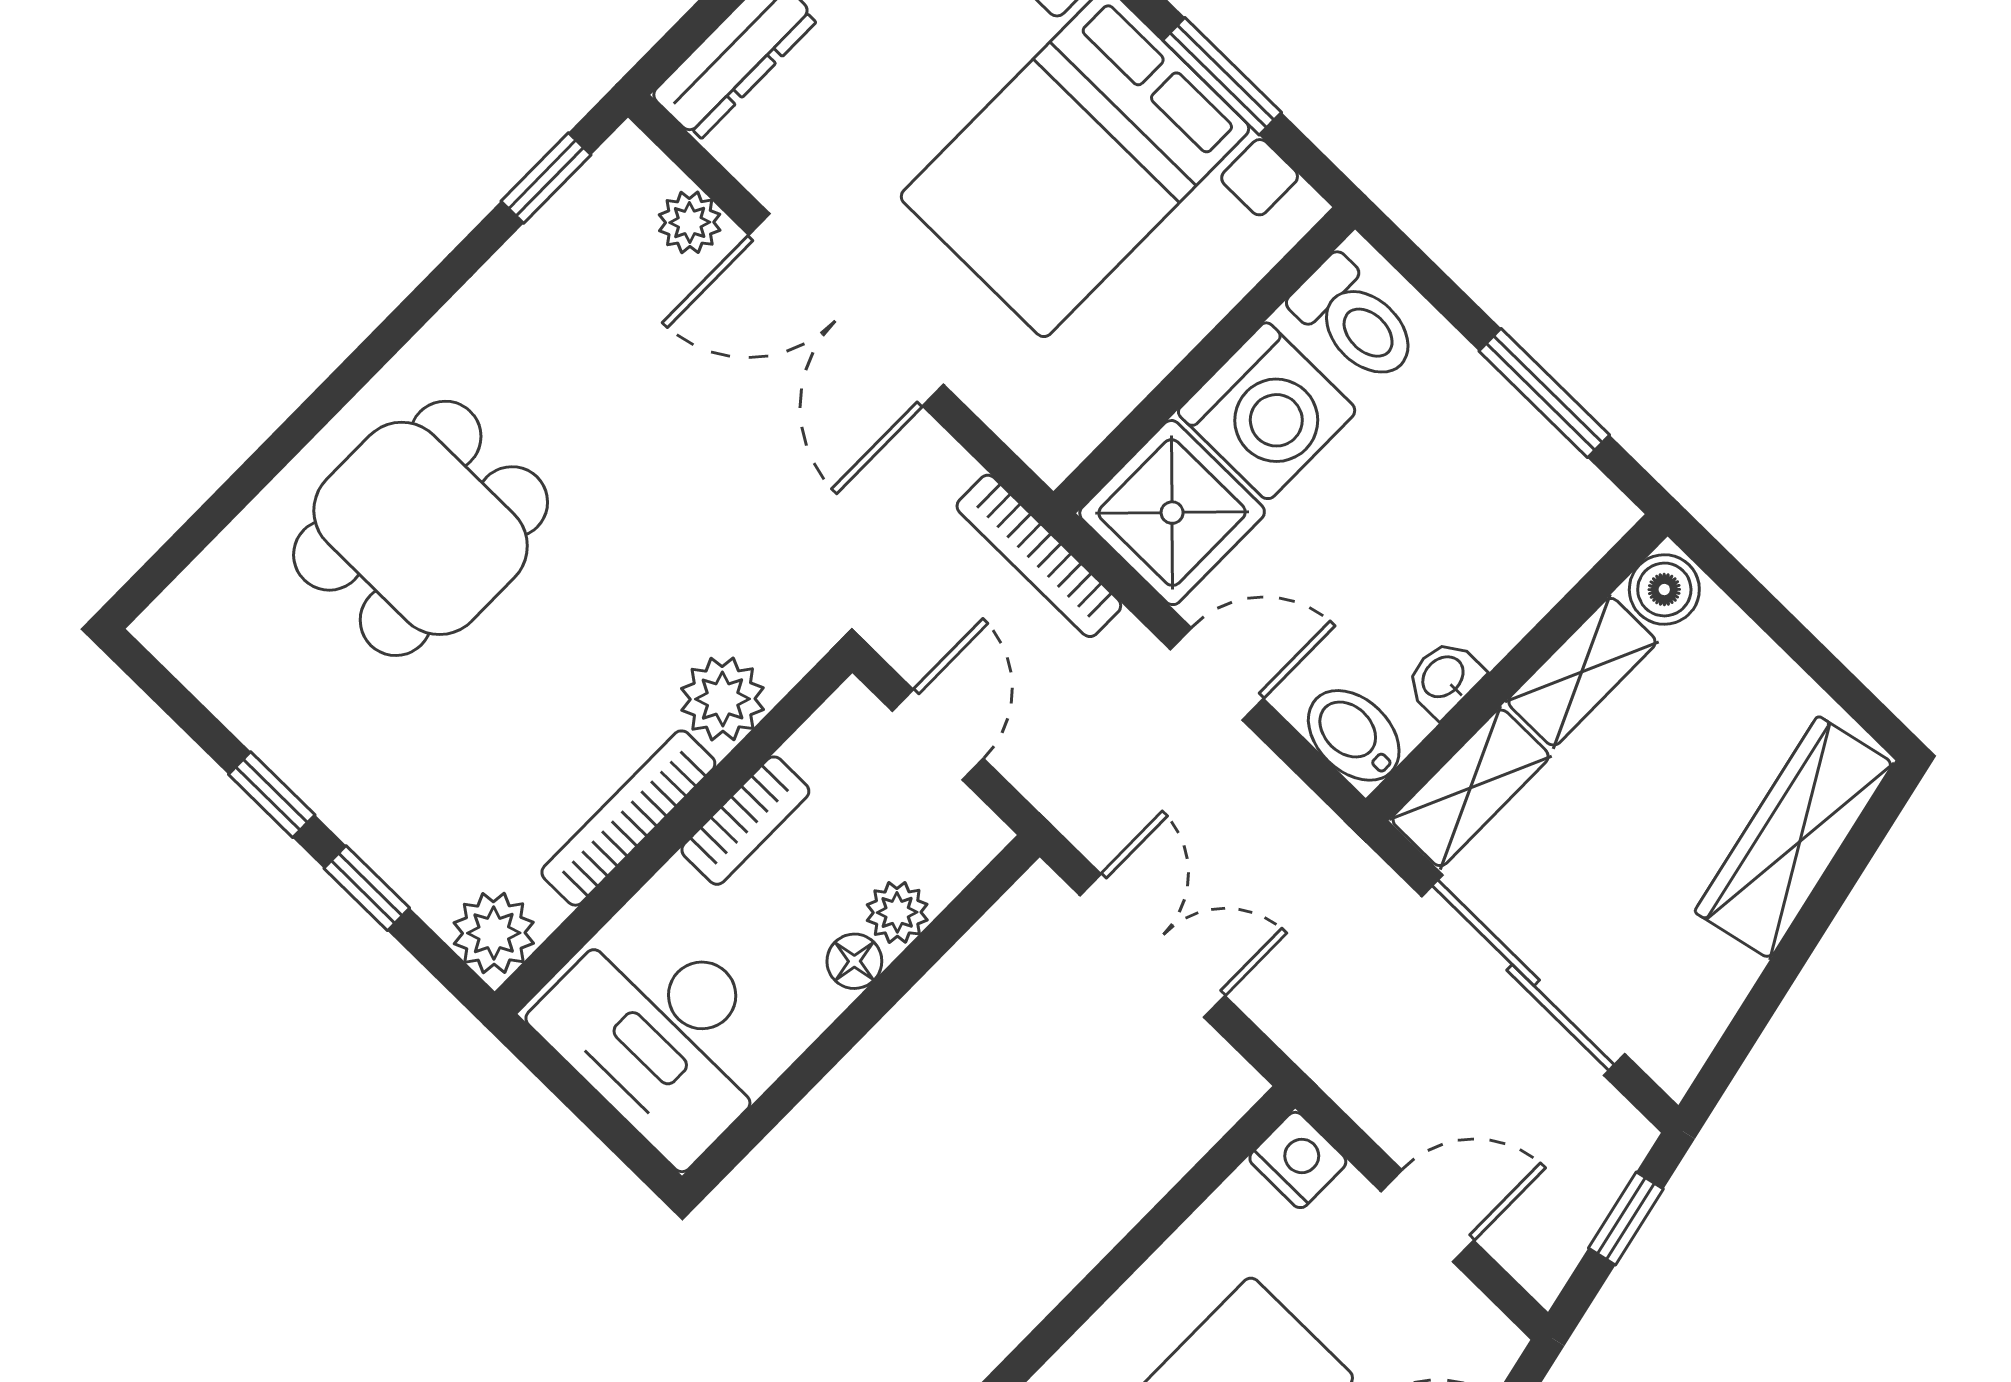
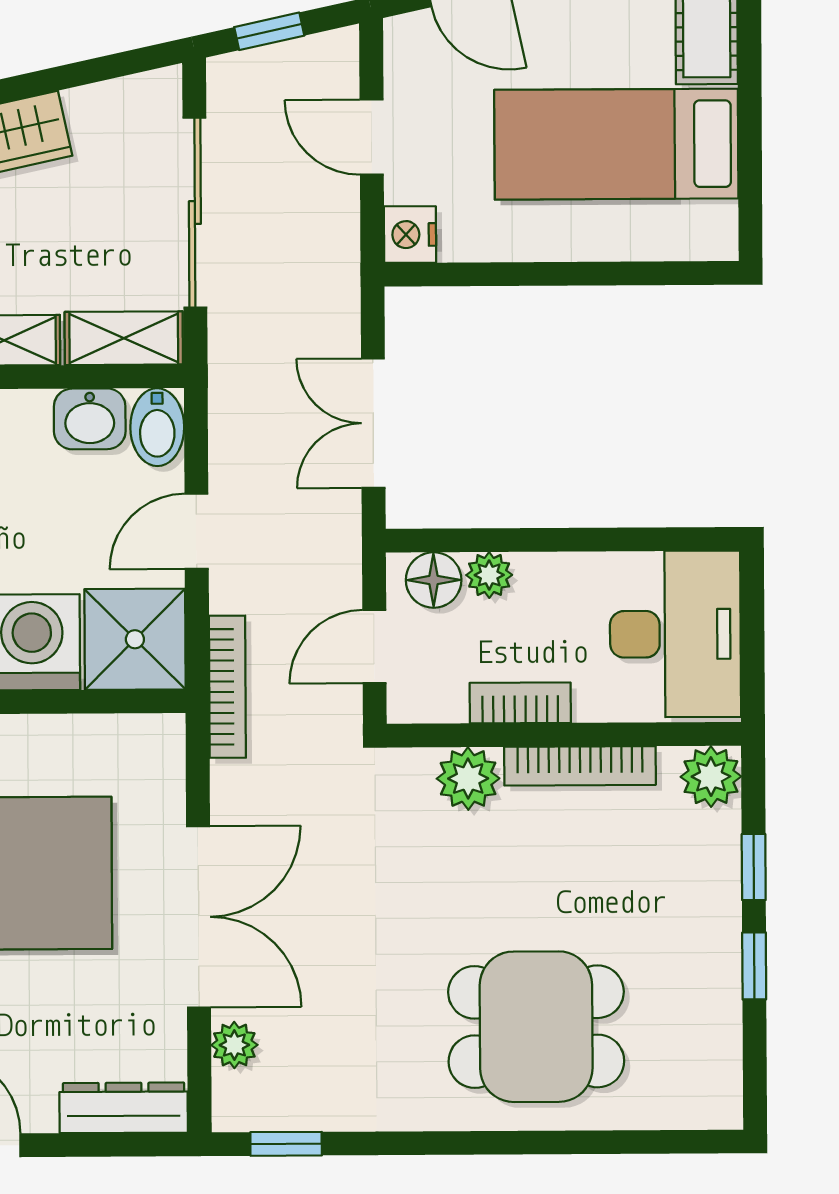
door: (1217, 674) -> (197, 531), hinge flipped
washbasin: (1444, 678) -> (90, 419), width x1.38, depth x1.45
floor lamp: (854, 961) -> (434, 580), moved, width x1.37, depth x1.37

